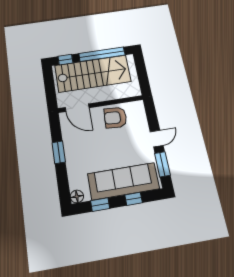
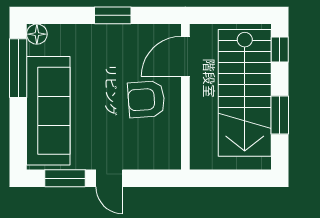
window: (102, 54) -> (280, 115), width x0.47
armchair: (115, 118) -> (146, 99), moved, turned -98
window: (133, 199) -> (18, 121), removed
window: (100, 205) -> (18, 68), width x2.17

